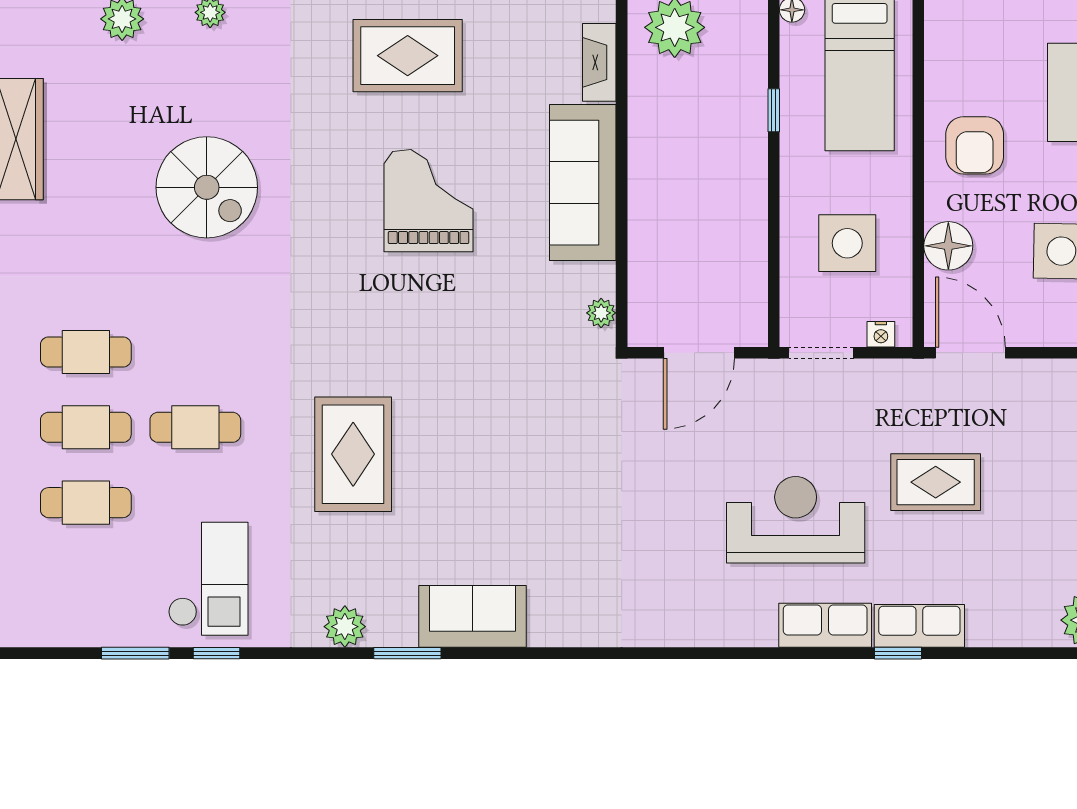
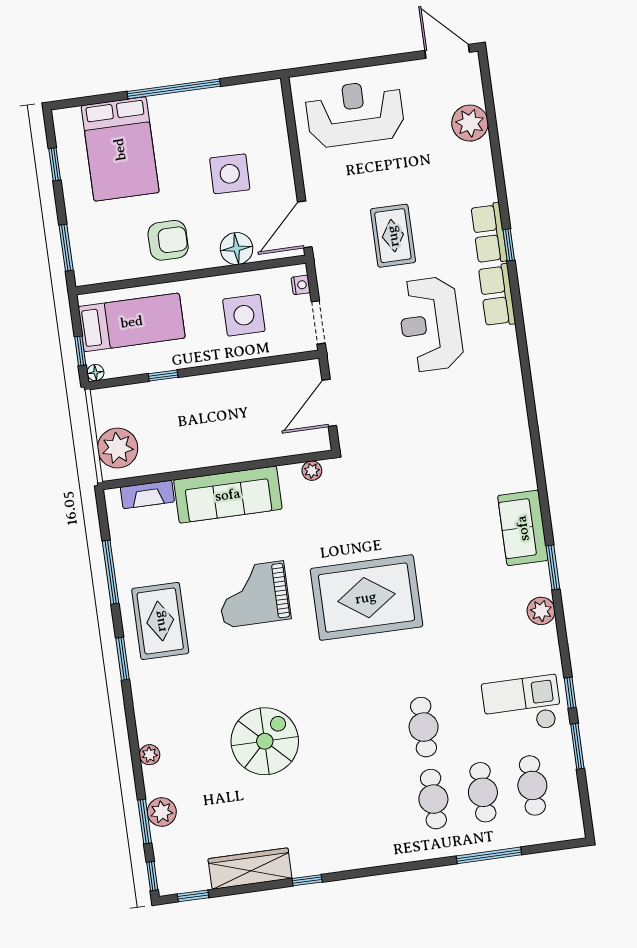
cafe table: (86, 352) -> (532, 785), moved
door: (699, 353) -> (329, 403), swing flipped
rug: (353, 454) -> (366, 598), moved, width x1.37, depth x1.44

